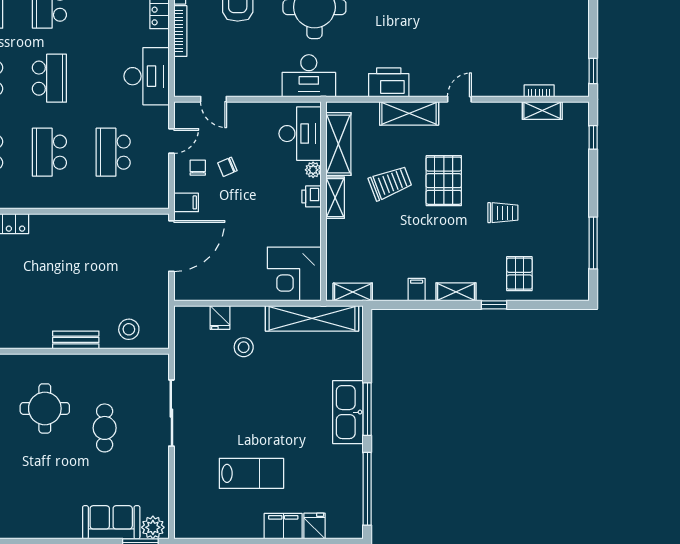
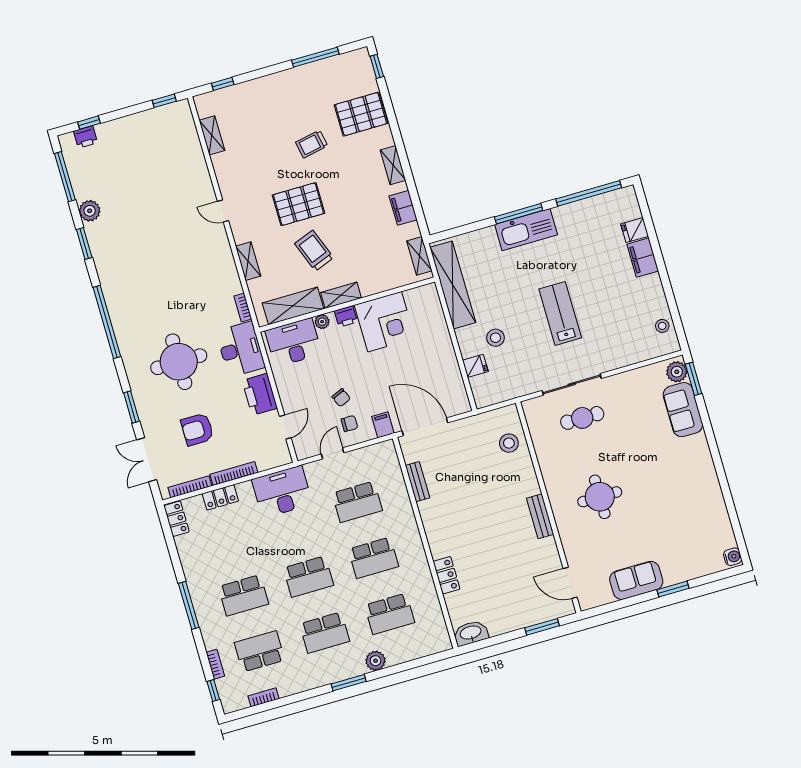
school desk: (49, 78) -> (308, 577), turned 180
printer: (389, 82) -> (260, 394), moved
bookcase: (539, 91) -> (243, 307), moved
shelving: (409, 113) -> (248, 261), width x0.67, depth x0.75
door: (171, 141) -> (333, 453), hinge flipped
chair: (198, 168) -> (349, 424), turned 180
trolley: (503, 213) -> (312, 144), turned -101
bench: (116, 222) -> (417, 482), added
corner desk: (294, 274) -> (385, 322), moved
pallet: (519, 274) -> (361, 114), width x1.50, depth x1.42
filing cabinet: (417, 290) -> (403, 208), width x2.00
window: (494, 305) -> (377, 66), moved
bench: (76, 340) -> (540, 516), moved
cafe table: (105, 428) -> (582, 418), moved
lab bench: (251, 473) -> (560, 313), moved
stool: (205, 526) -> (662, 326), added

